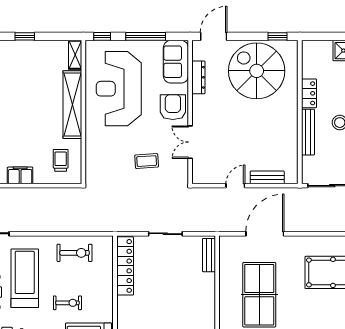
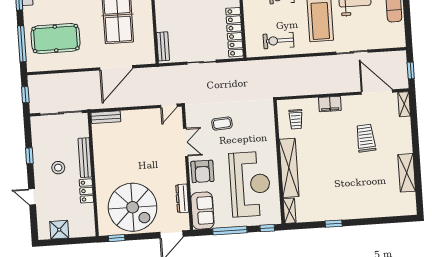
bench: (267, 177) -> (106, 117), moved
door: (235, 186) -> (169, 106), moved

